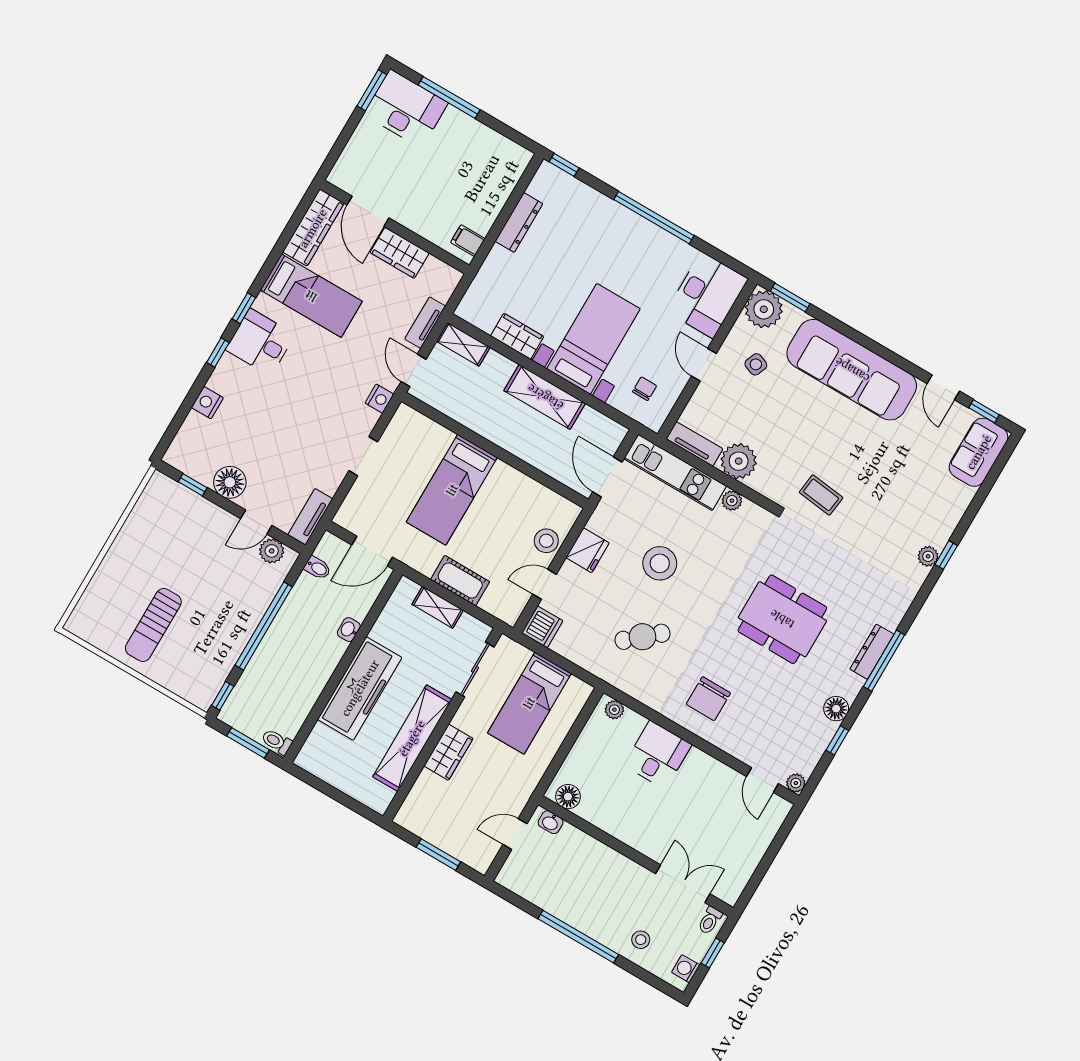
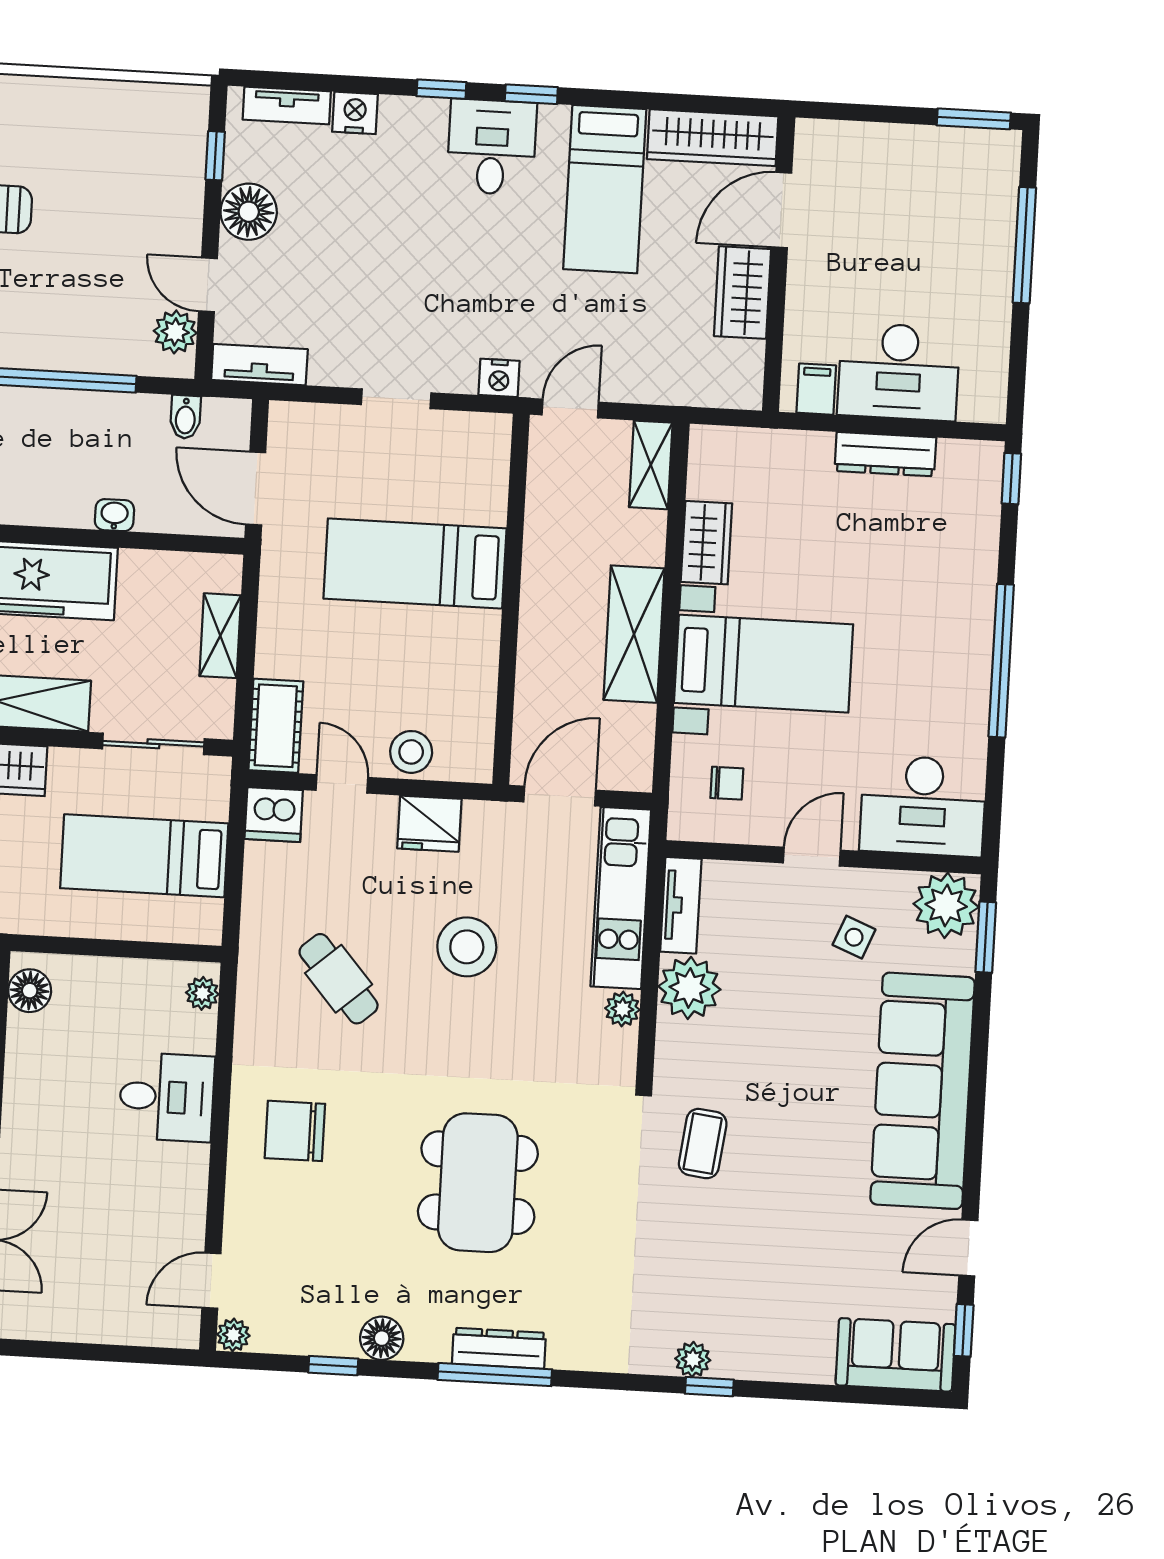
desk: (406, 109) -> (899, 372), moved, turned 90
tv unit: (425, 323) -> (287, 105), moved, turned 180
cot: (460, 581) -> (276, 726), moved

